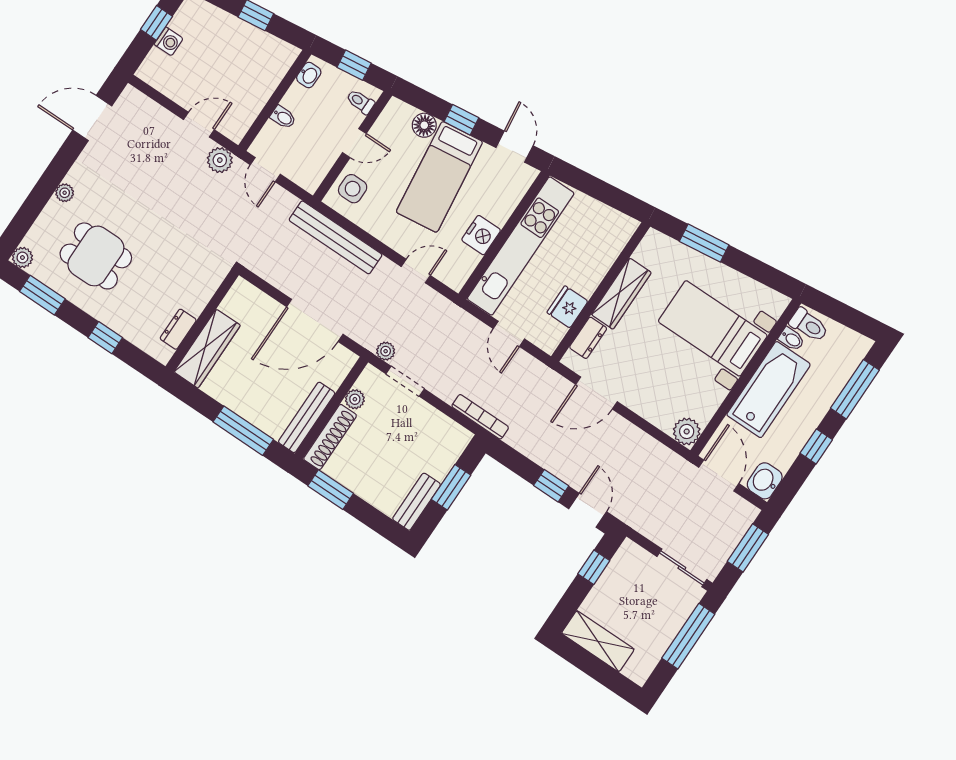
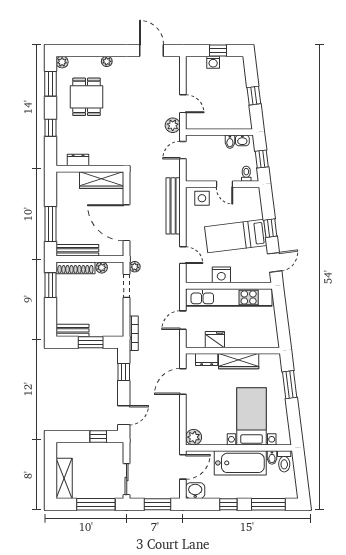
bidet: (283, 117) -> (230, 142), moved
floor lamp: (424, 125) -> (256, 212), removed
wardrobe: (207, 349) -> (102, 180), moved
door: (597, 393) -> (183, 381), hinge flipped
window: (551, 486) -> (124, 372), moved
shelving: (598, 641) -> (64, 478), moved

